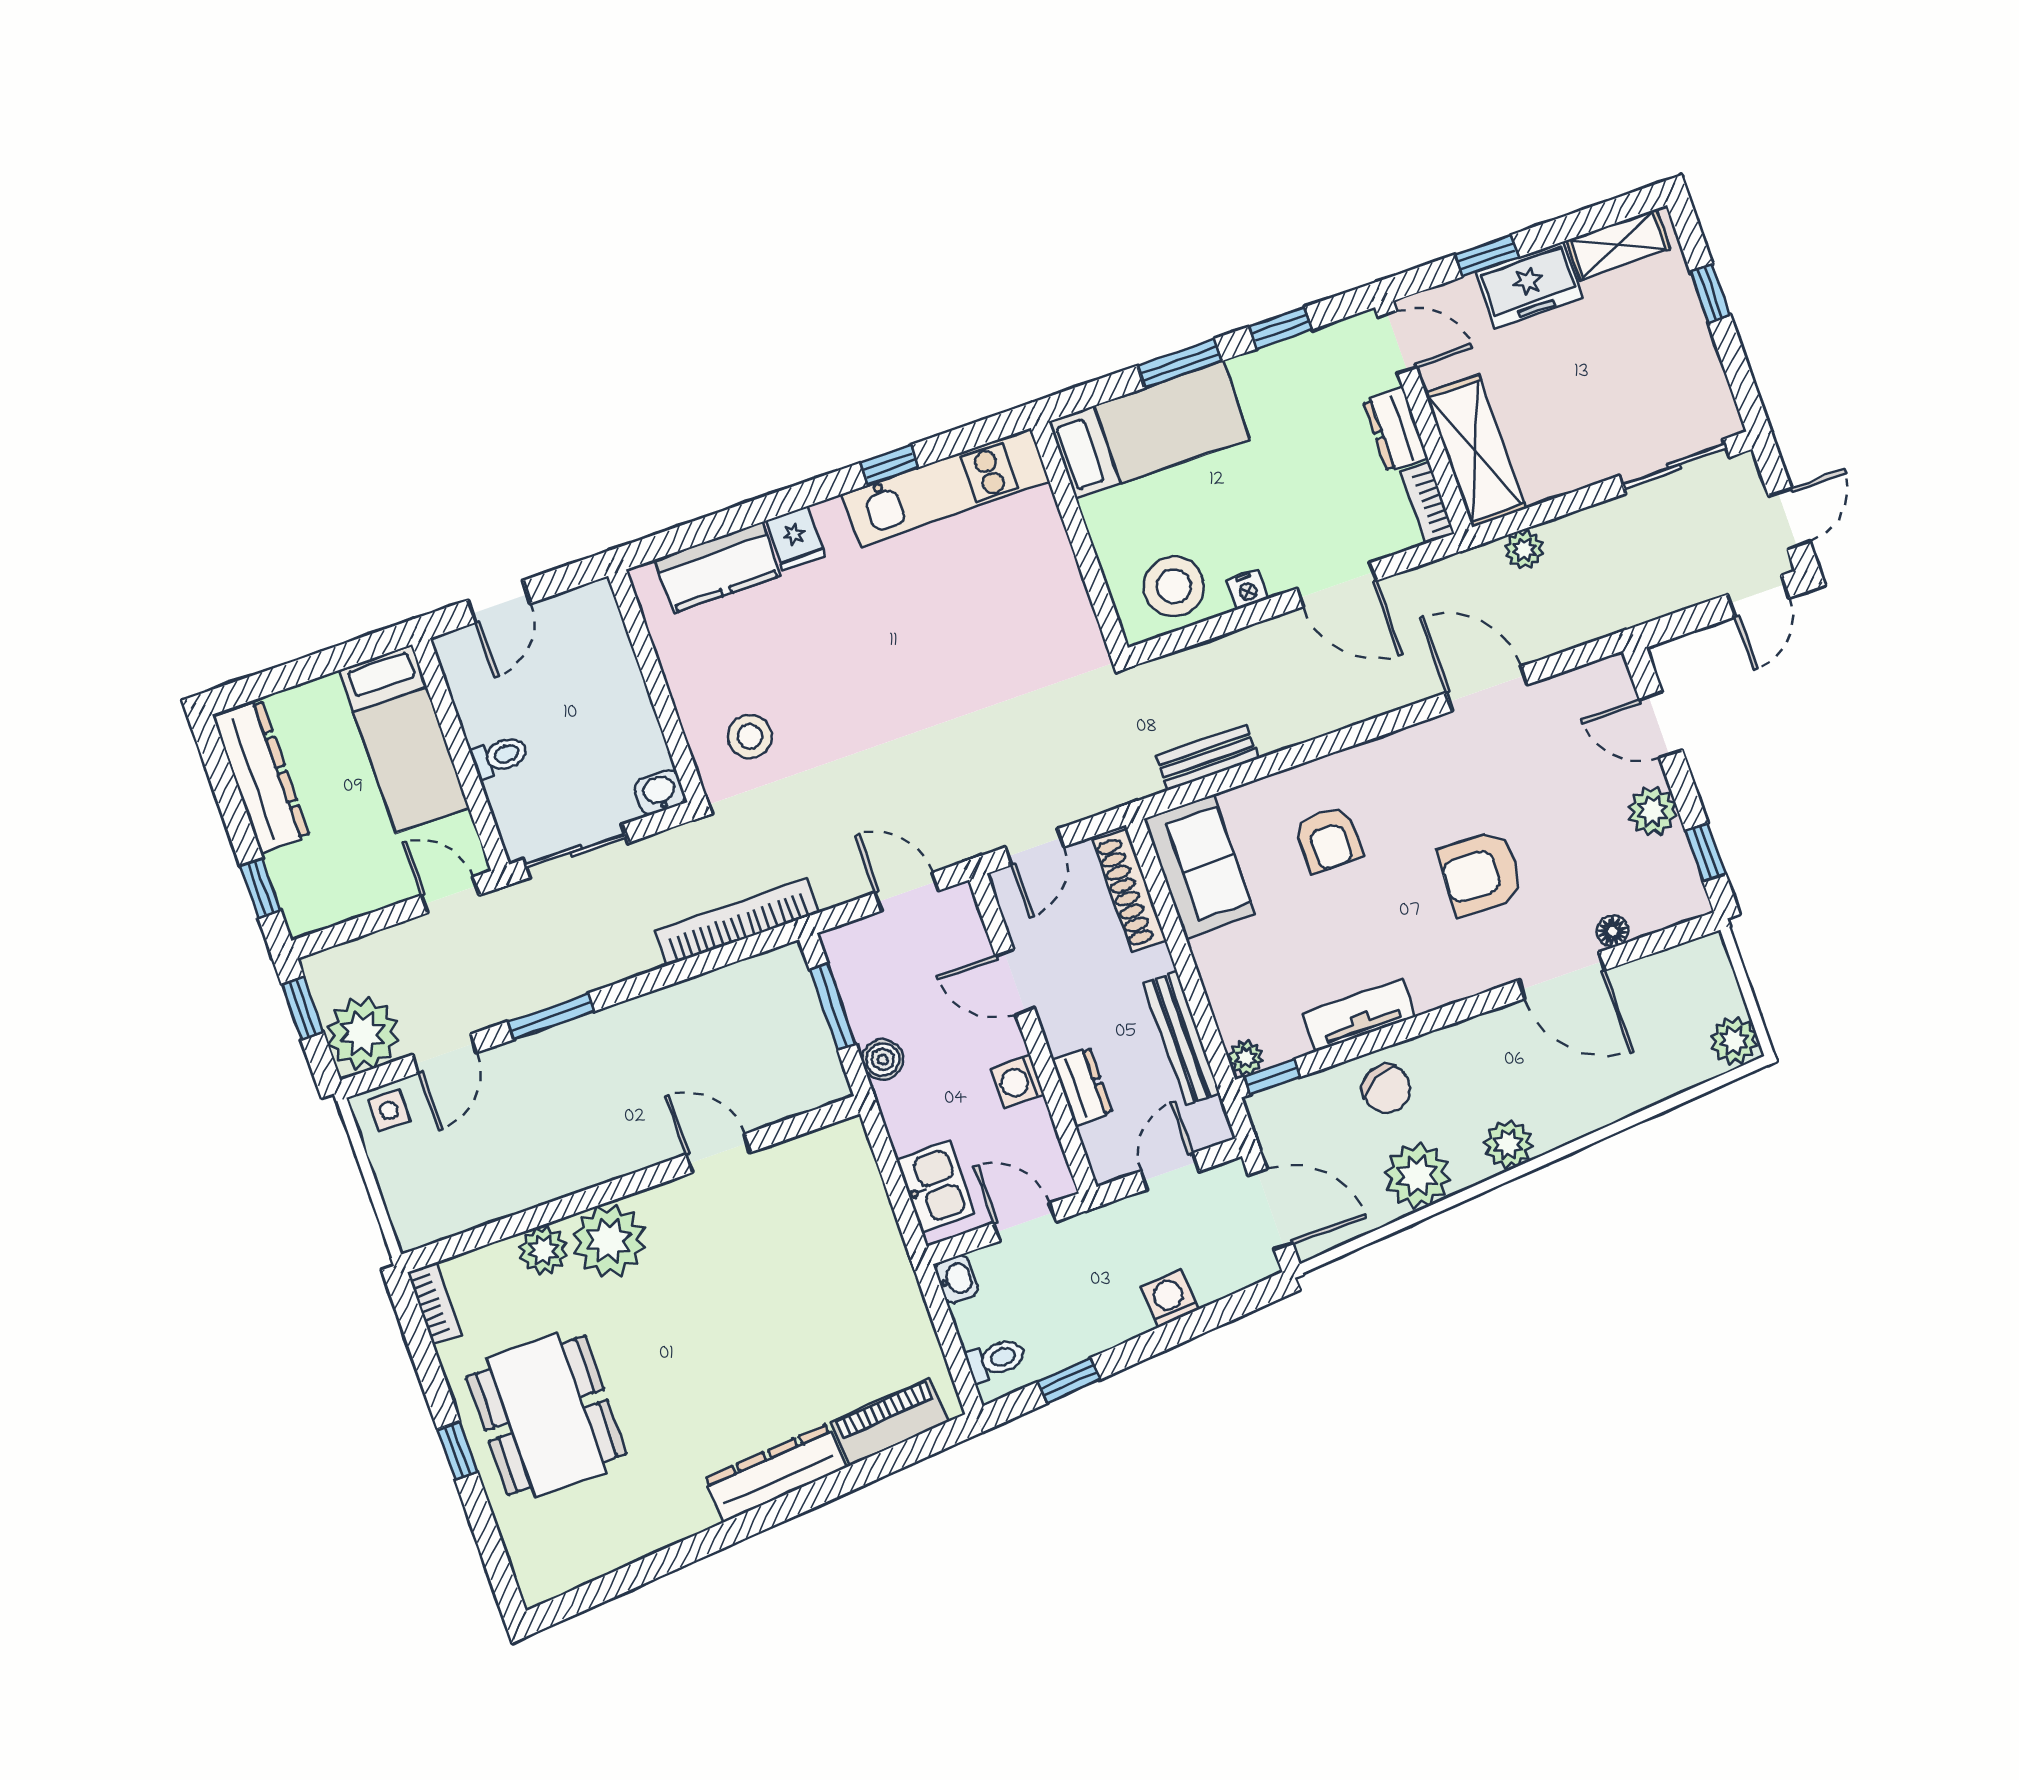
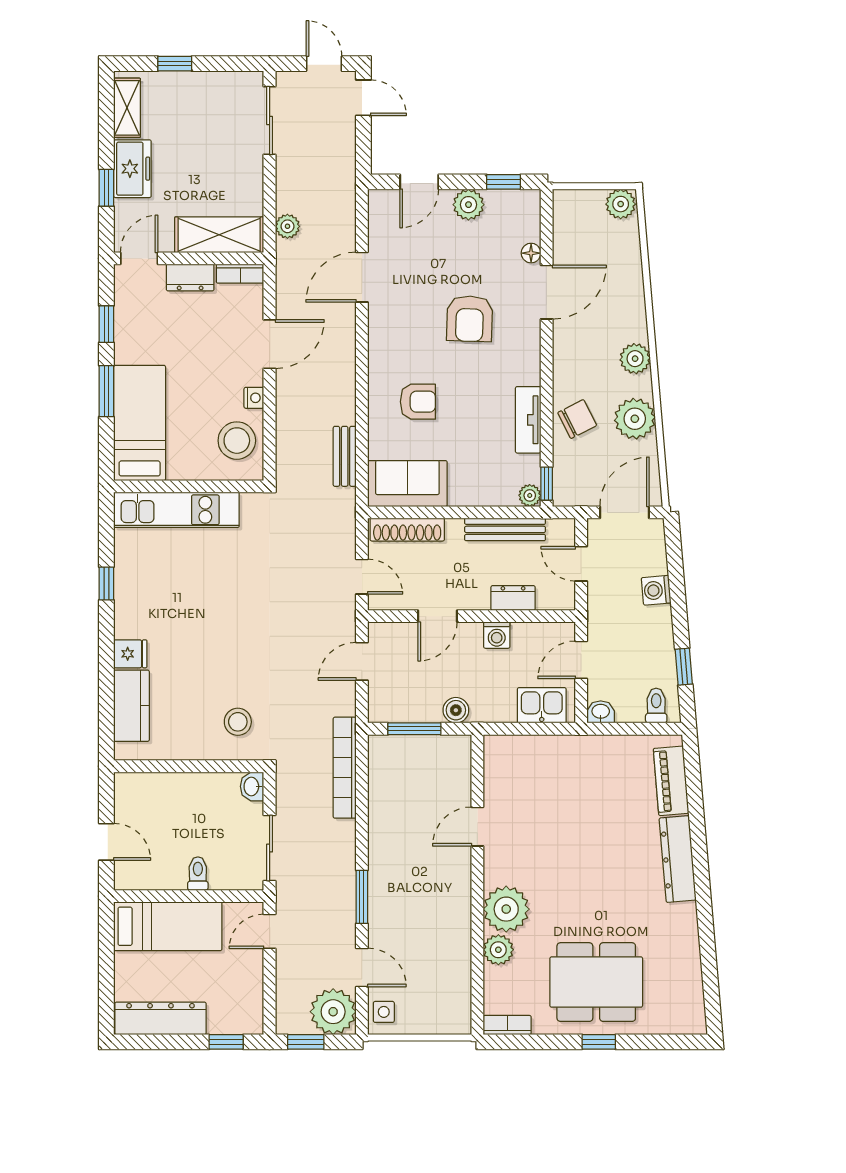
kitchen unit: (946, 488) -> (176, 510), moved, turned 90

